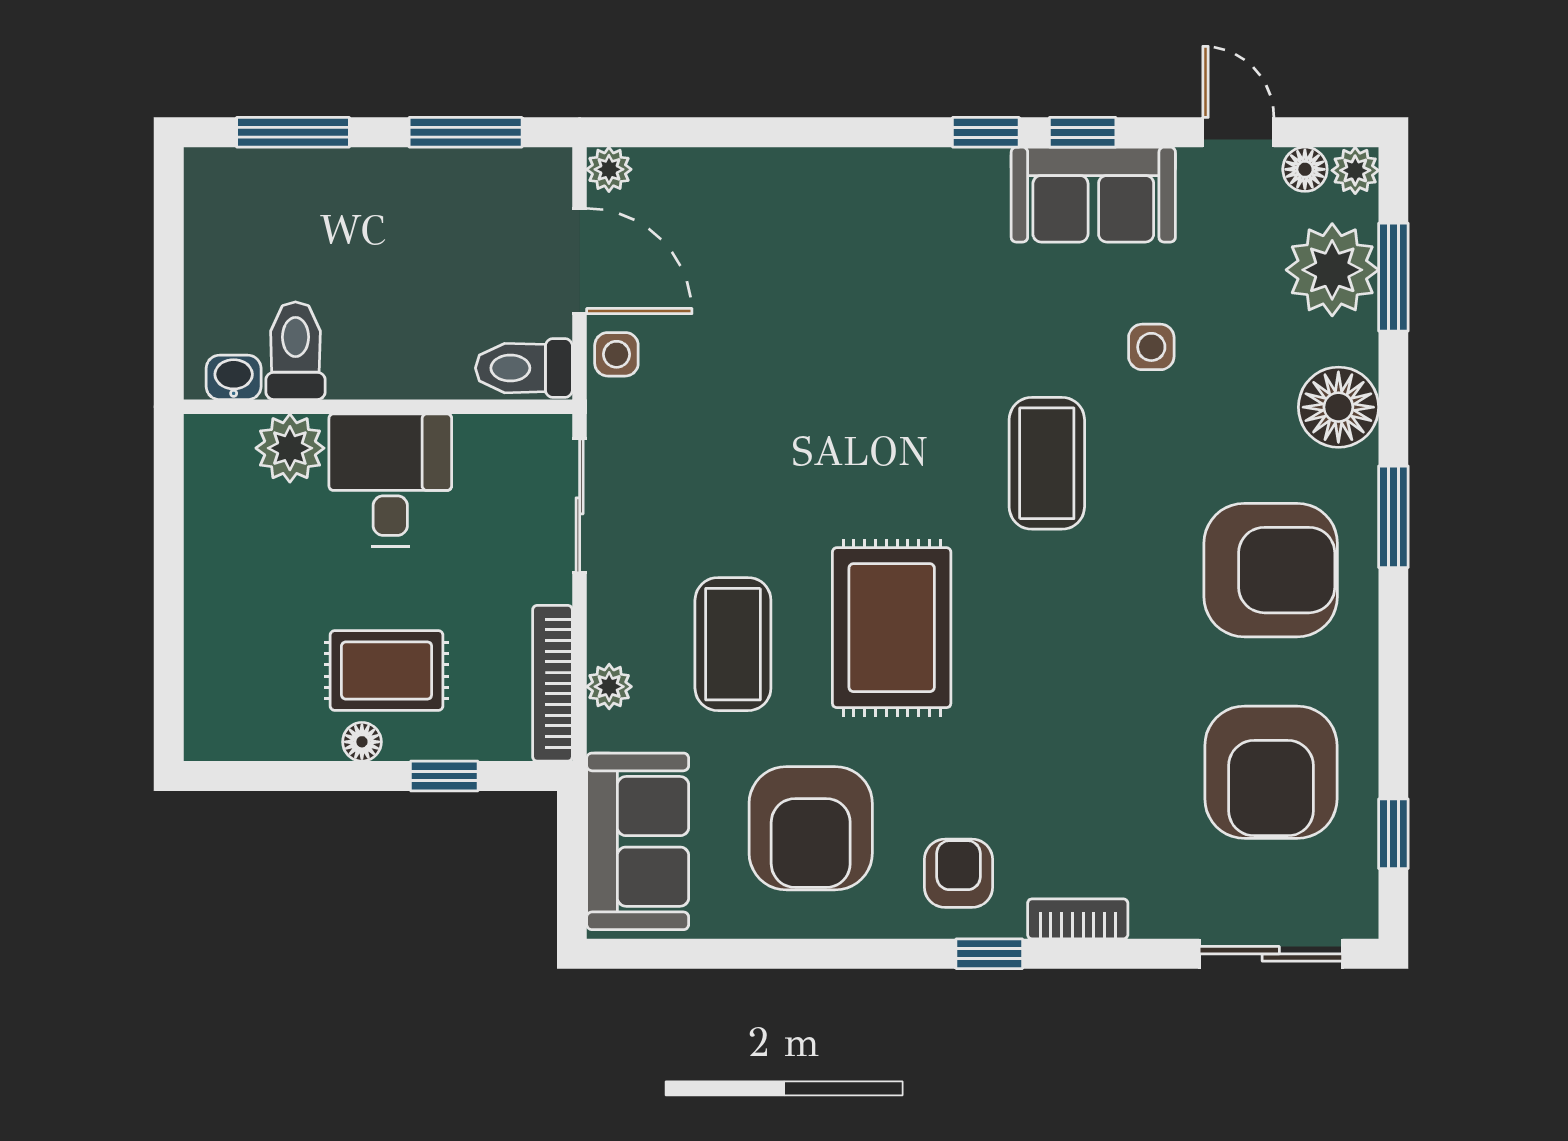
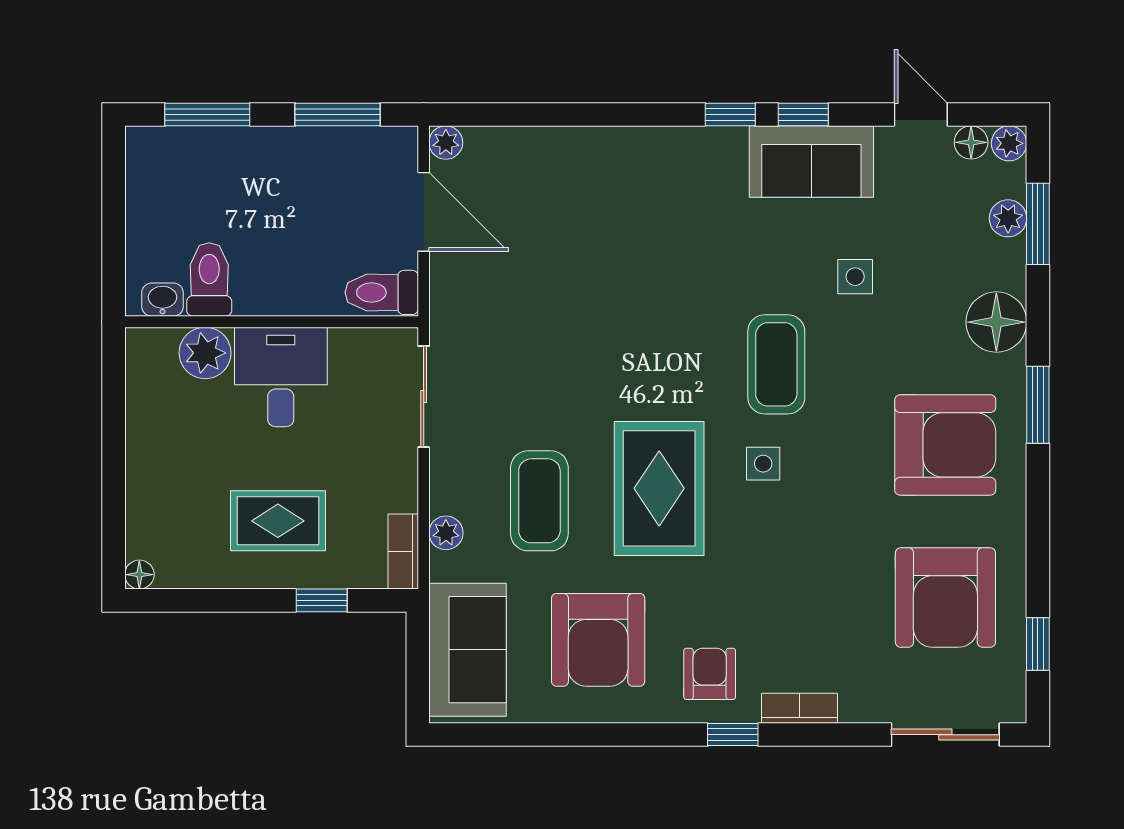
plant: (1332, 270) -> (1008, 218), width x0.53, depth x0.53
side table: (616, 354) -> (763, 464), moved
bookcase: (553, 683) -> (403, 552), width x0.64
floor lamp: (362, 742) -> (139, 575), moved

